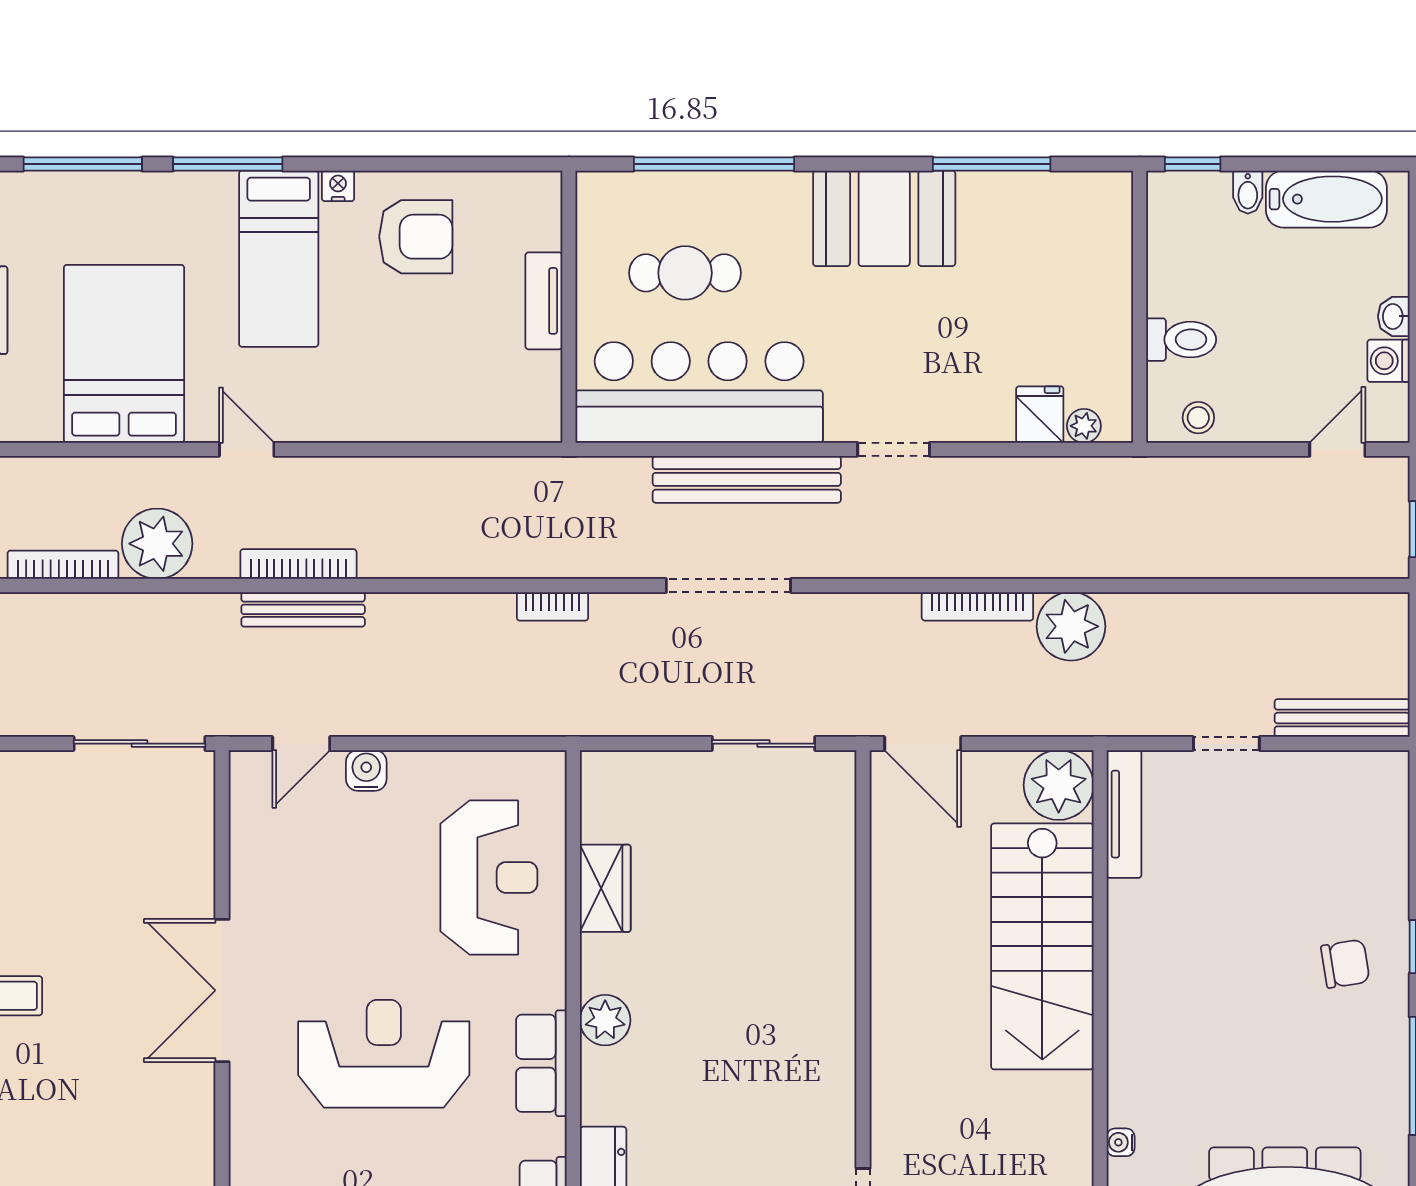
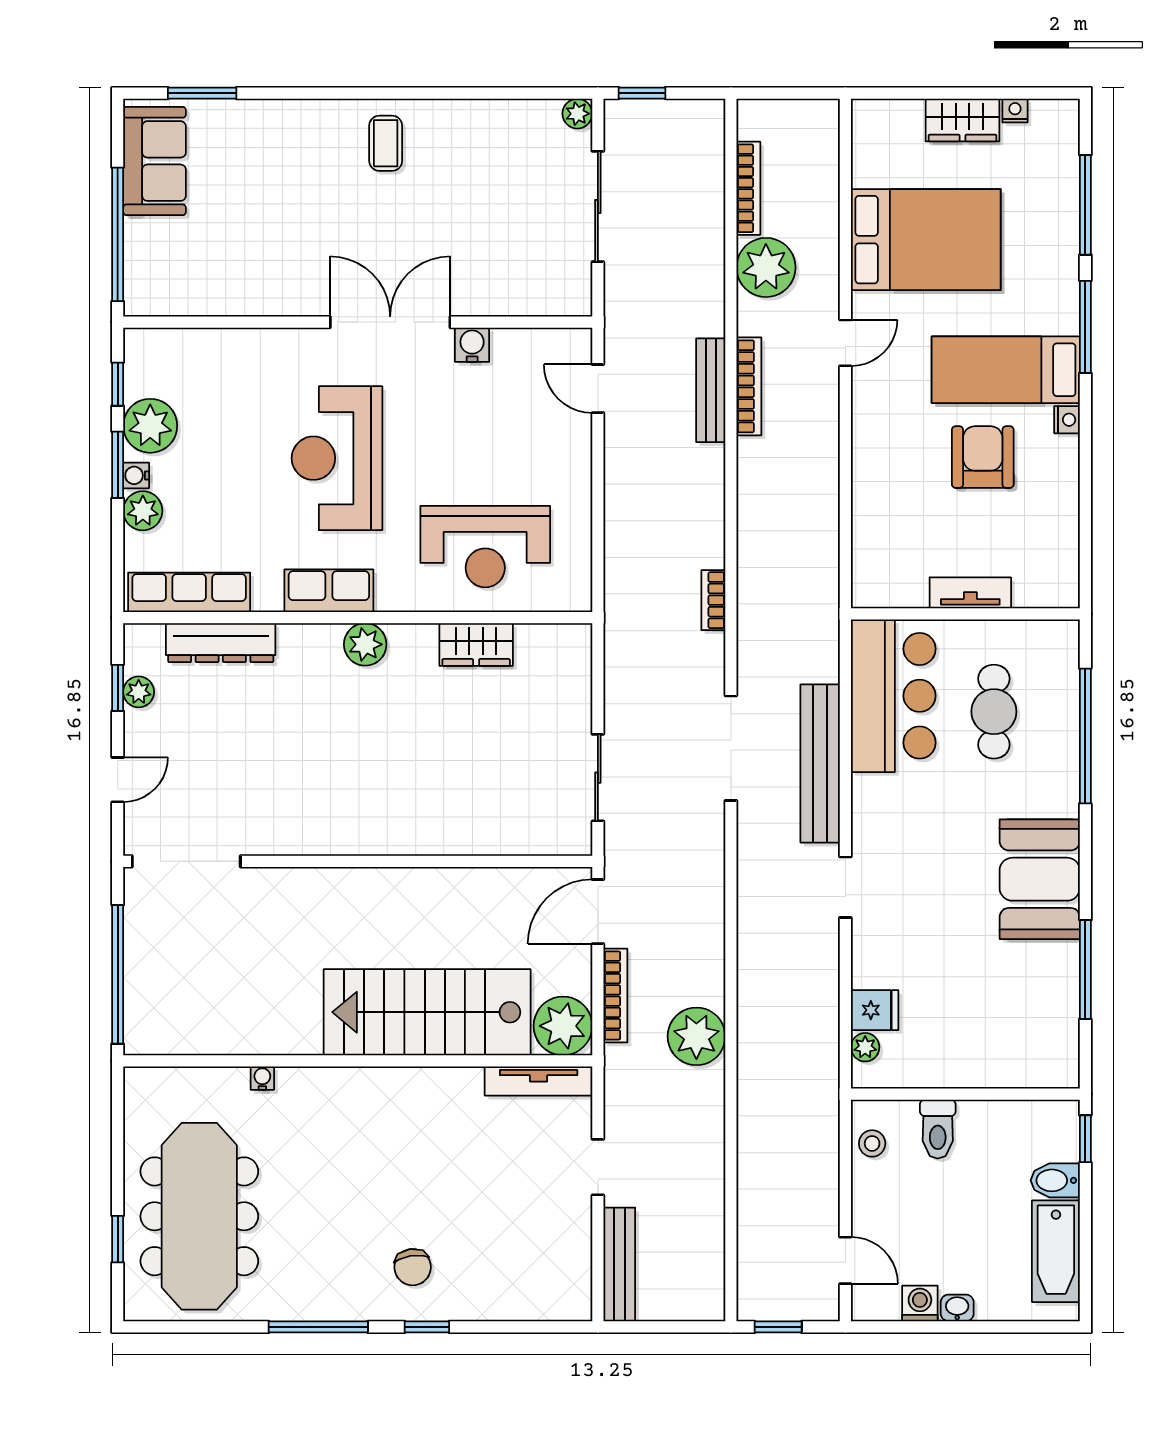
bidet: (1248, 192) -> (1055, 1180), width x1.38, depth x1.36
armchair: (416, 237) -> (983, 457), moved, turned 180
bar counter: (699, 392) -> (893, 696), width x0.73
bookcase: (977, 606) -> (615, 996), moved, turned 180
sliding door: (139, 744) -> (598, 206), moved
water cooler: (366, 770) -> (472, 345), moved, turned -90
reception desk: (384, 1054) -> (337, 458), turned 180

